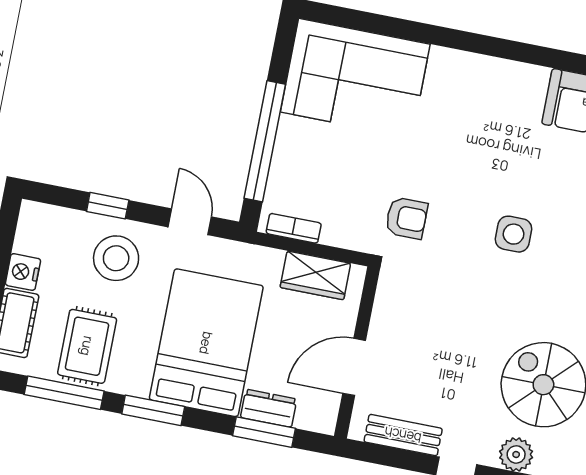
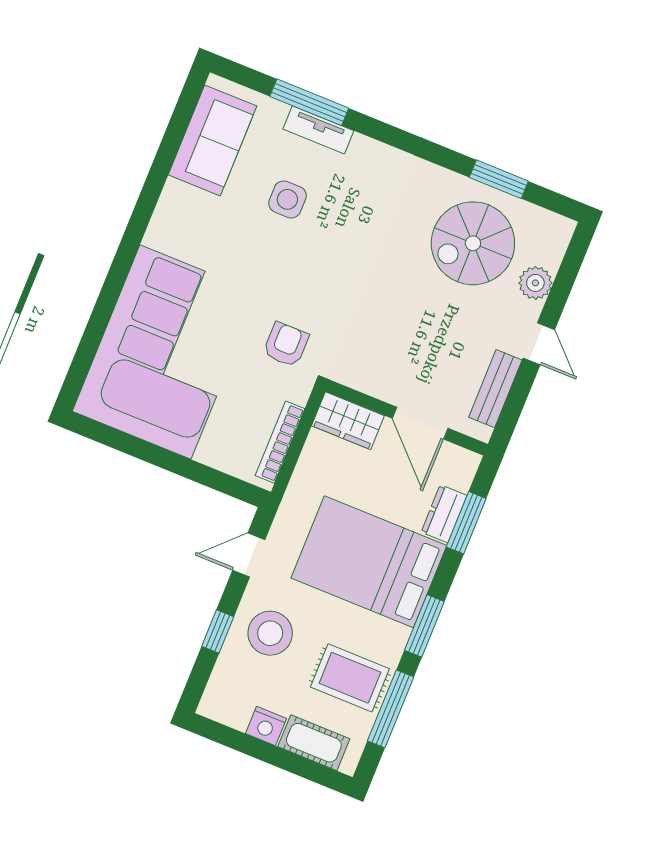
corner sofa: (355, 78) -> (165, 352), width x1.36, depth x1.36
window: (265, 141) -> (185, 467), removed
bookcase: (294, 228) -> (280, 442), width x1.56
side table: (514, 234) -> (287, 199), moved
wardrobe: (315, 275) -> (348, 421), moved, turned 90

